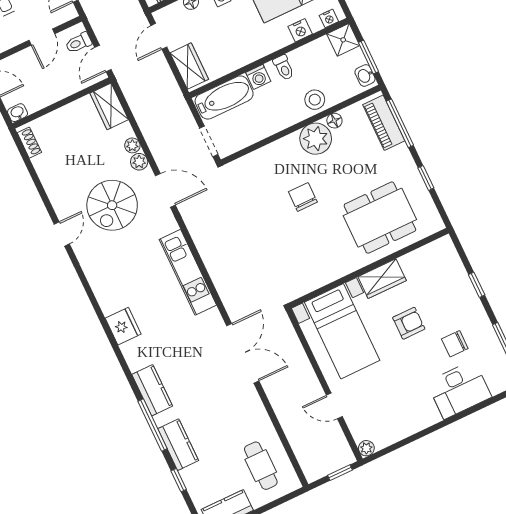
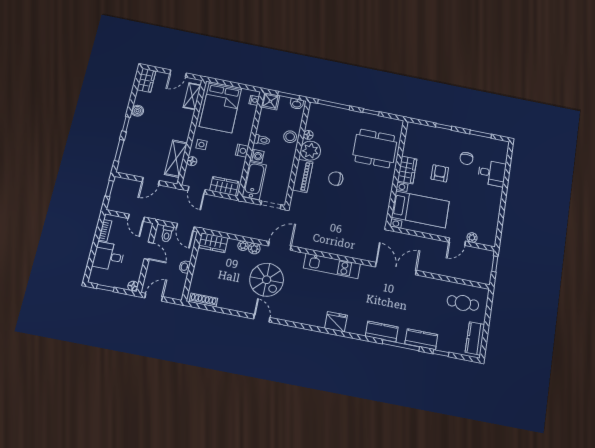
nightstand: (300, 30) -> (242, 151), moved
washbasin: (18, 113) -> (185, 267), moved
piano: (384, 123) -> (303, 176), moved, turned -90
shoe rack: (29, 143) -> (203, 300), width x1.43
dining table: (380, 218) -> (375, 148), turned 90
desk: (459, 390) -> (492, 173), width x0.73
plant: (366, 448) -> (472, 238), moved

